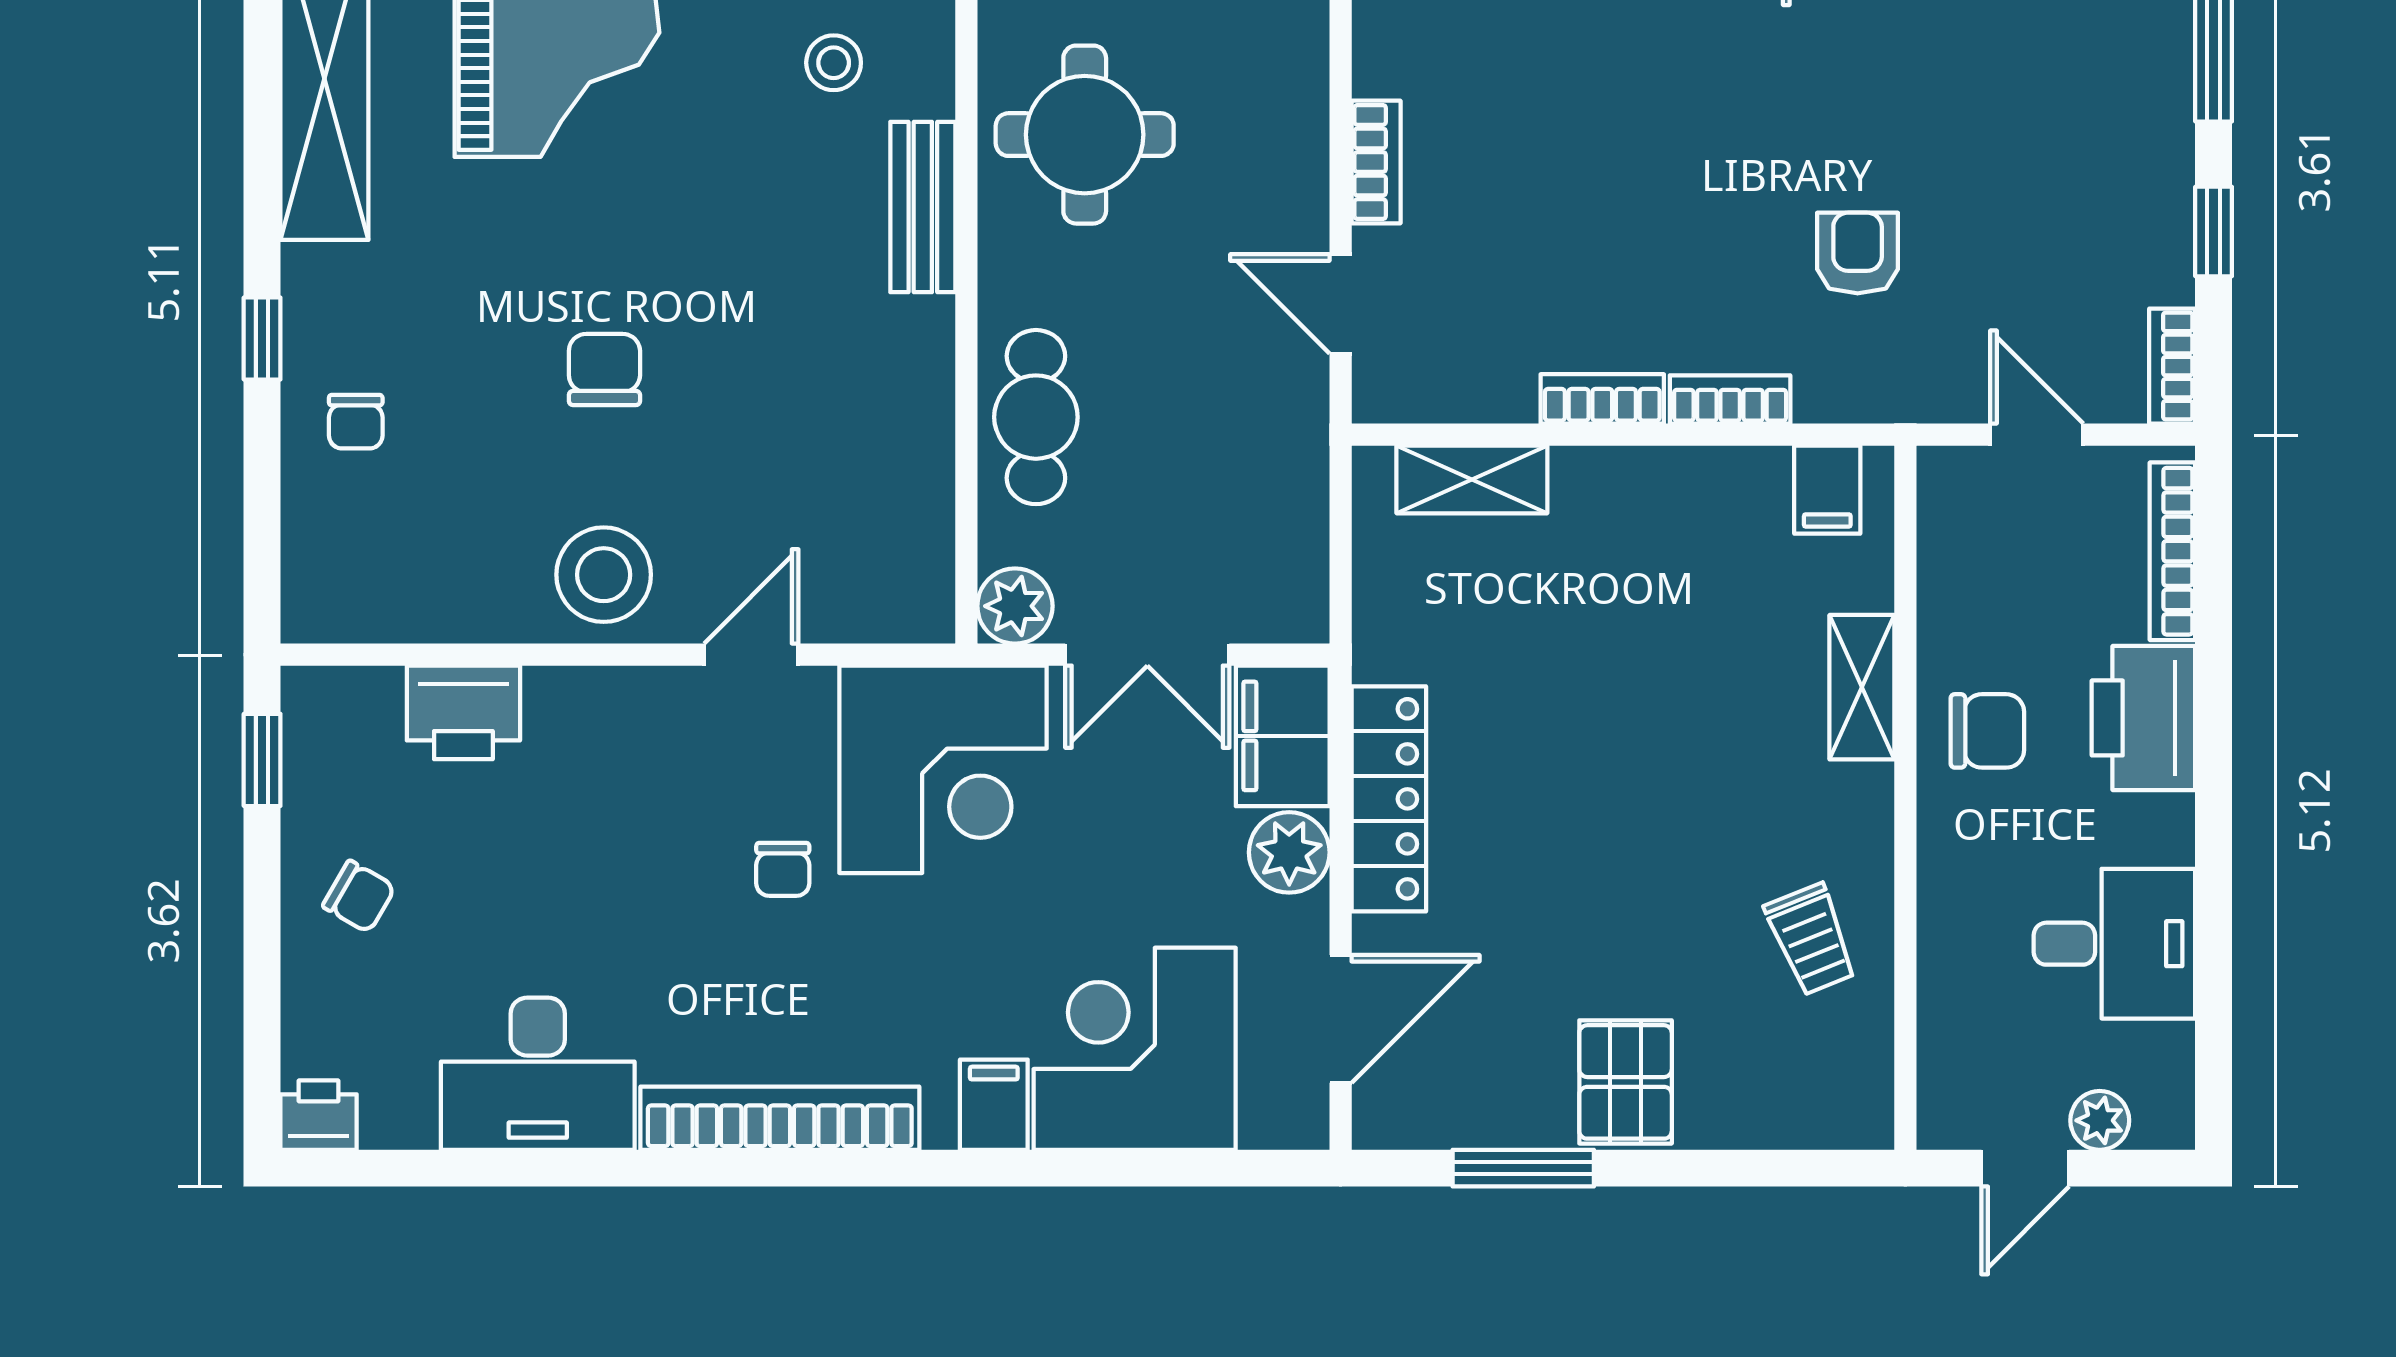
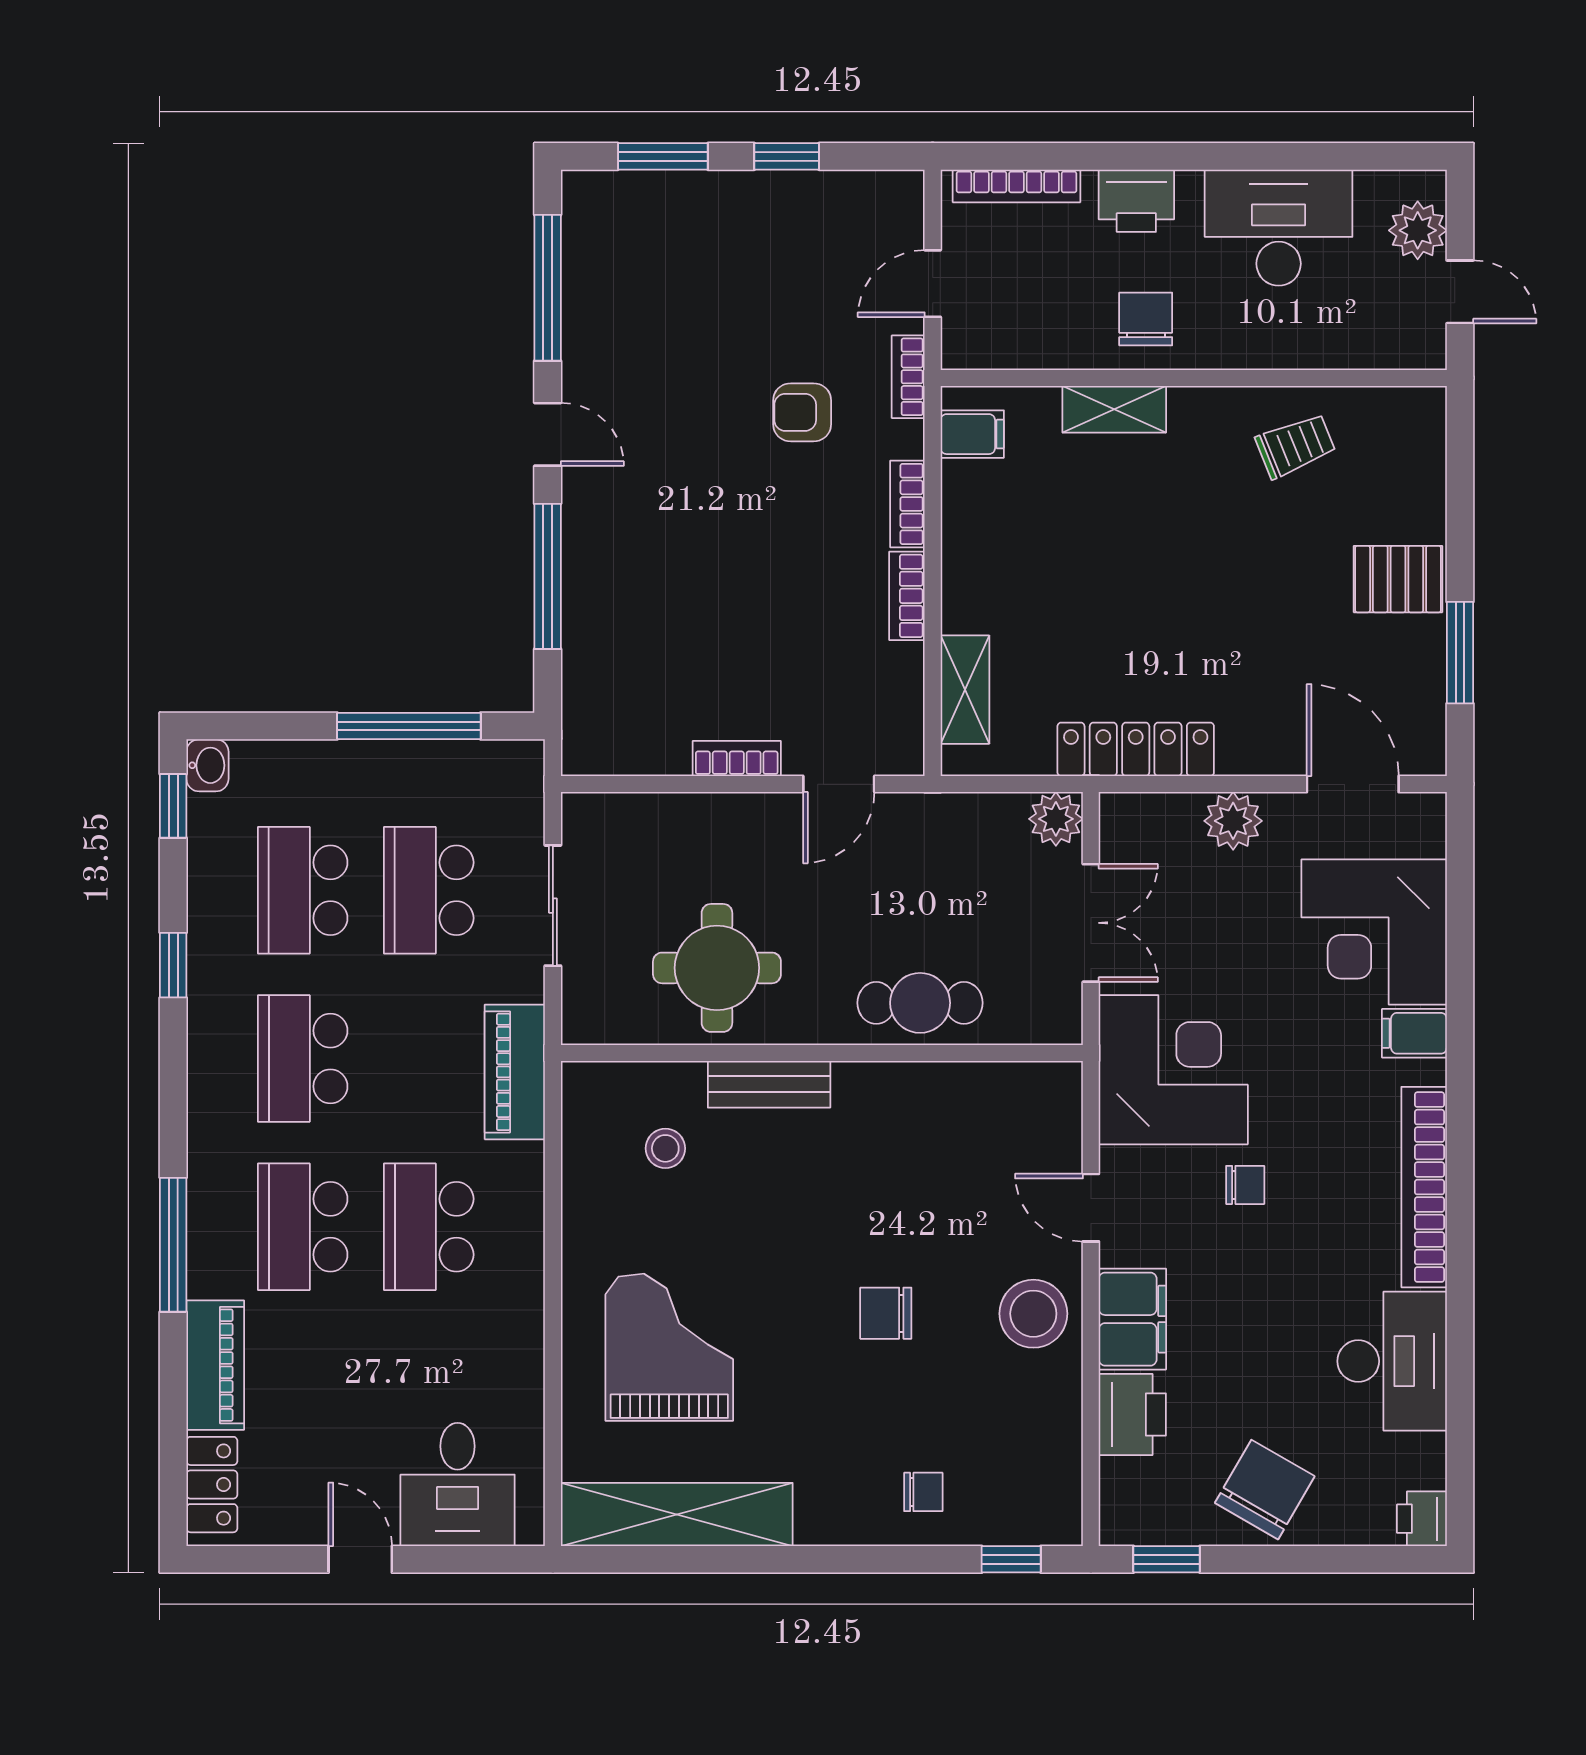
window: (262, 338) -> (1011, 1559), moved
bookcase: (2172, 366) -> (908, 377), moved, turned 90
plant: (1015, 606) -> (1056, 819), moved
printer: (2143, 718) -> (1136, 201), width x0.73, depth x0.84
filing cabinet: (1283, 736) -> (1132, 1319), moved, turned -90
locker: (1389, 799) -> (1136, 749), moved
chair: (359, 897) -> (1265, 1490), width x1.87, depth x1.87
desk: (2114, 944) -> (1279, 228), width x1.37
plant: (2100, 1120) -> (1418, 230), width x1.38, depth x1.38

